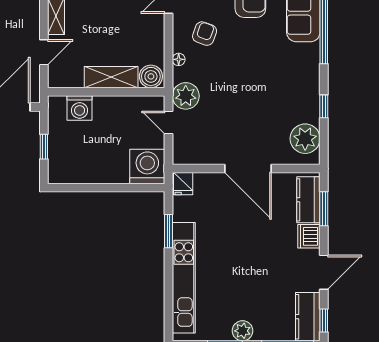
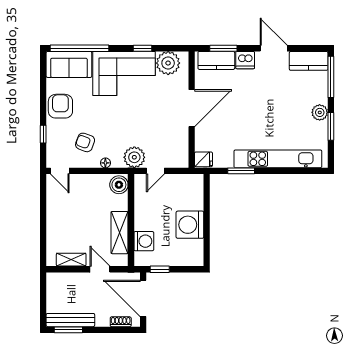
shelving: (111, 77) -> (119, 233), moved
corner sofa: (292, 83) -> (124, 73), added
window: (44, 147) -> (160, 269), moved
washing machine: (147, 166) -> (190, 225), moved
window: (324, 320) -> (312, 48), removed

